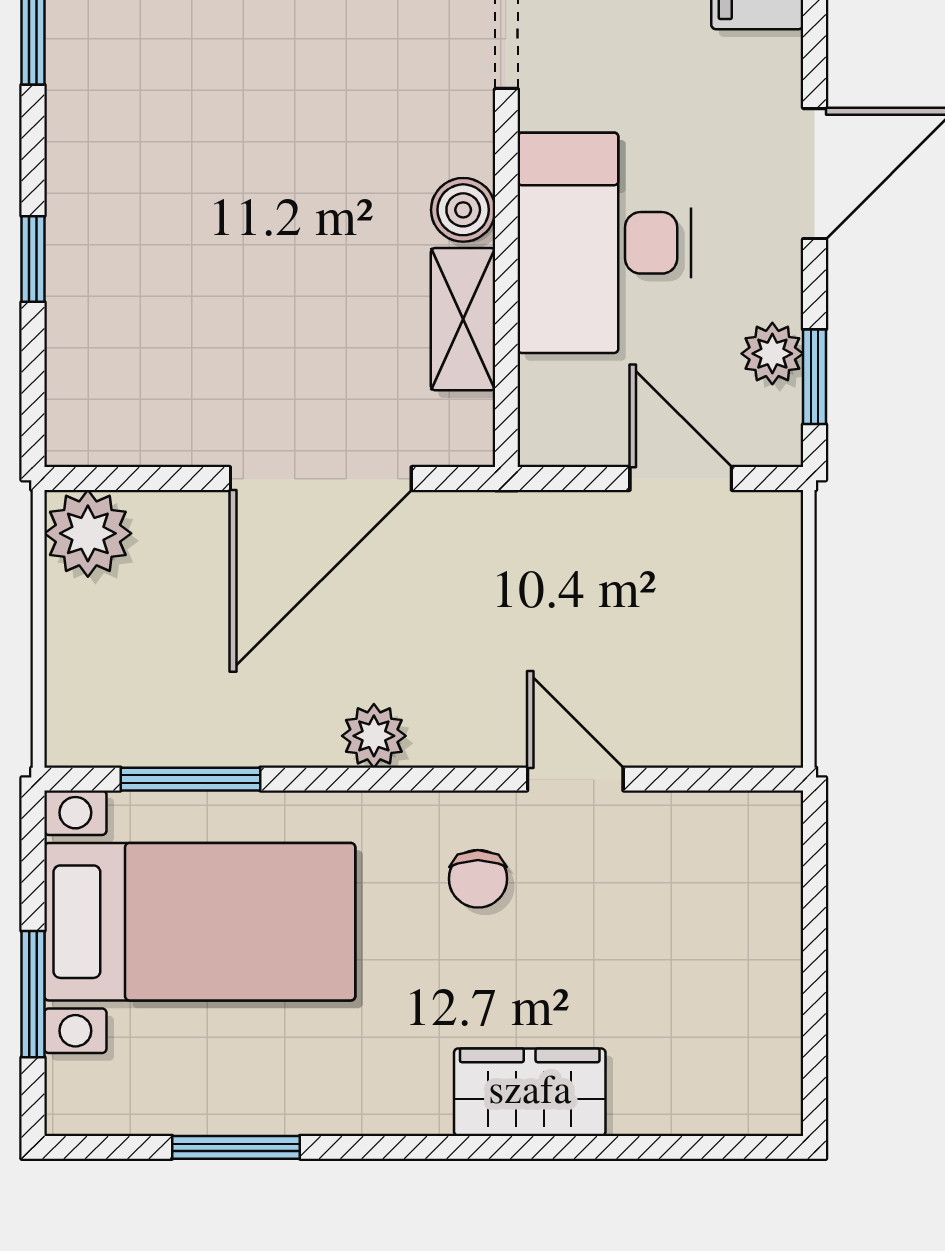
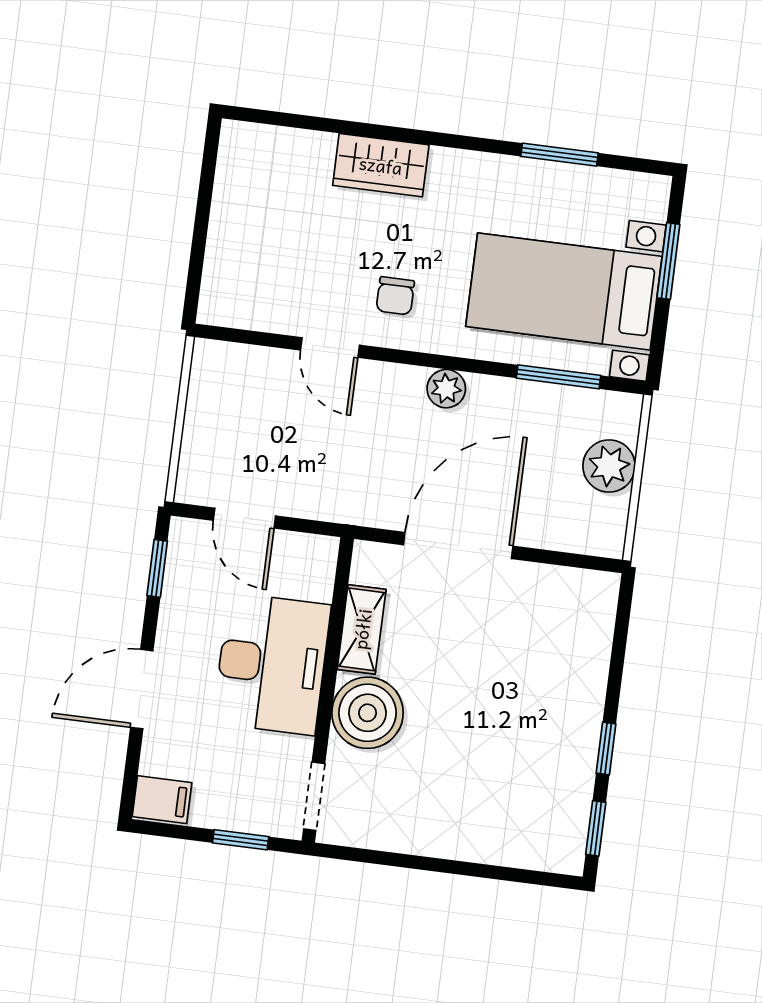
boiler: (463, 210) -> (368, 713), width x1.86, depth x1.86
window: (33, 259) -> (606, 749), moved
plant: (772, 354) -> (180, 585), removed
plant: (88, 533) -> (609, 466), moved
chair: (478, 879) -> (395, 296), turned 180

